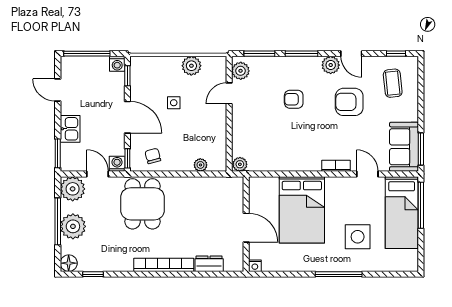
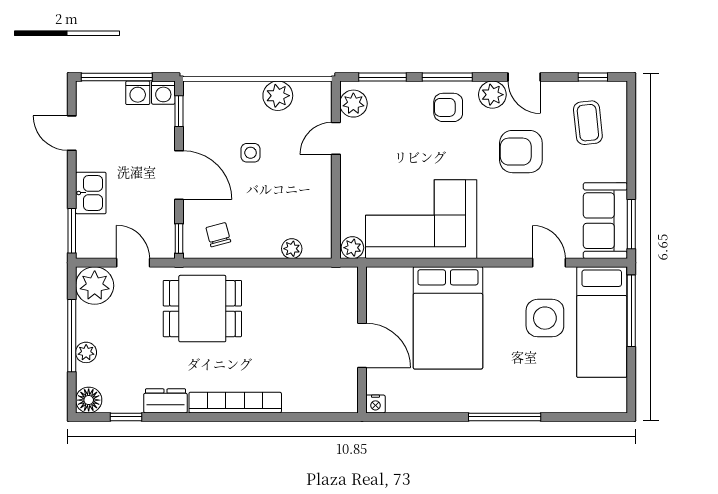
armchair: (294, 99) -> (448, 107), moved
corner sofa: (284, 146) -> (421, 219), added
washing machine: (117, 164) -> (138, 93), moved, turned 180
bookcase: (336, 166) -> (500, 250), removed
dining table: (142, 204) -> (202, 309), turned 90
plant: (73, 226) -> (86, 352), width x0.53, depth x0.53
side table: (358, 237) -> (545, 318), moved
dresser: (209, 264) -> (165, 401), moved

